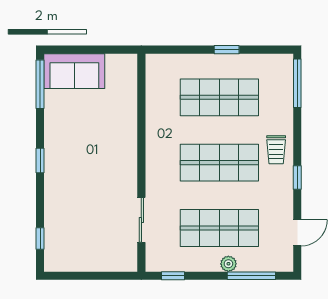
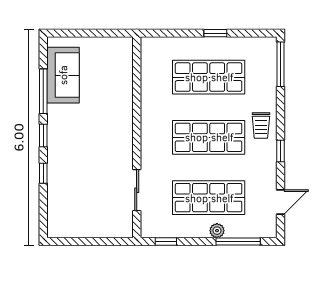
sofa: (74, 71) -> (63, 75), moved, turned -90
window: (40, 84) -> (43, 91), moved
window: (40, 239) -> (43, 173), moved

